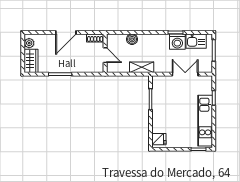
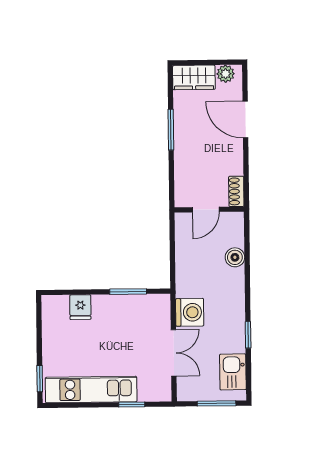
door: (66, 32) -> (245, 120), moved
washing machine: (177, 42) -> (190, 312), moved, turned 180
shelving: (142, 67) -> (185, 275), removed
fridge: (159, 139) -> (80, 307), moved

